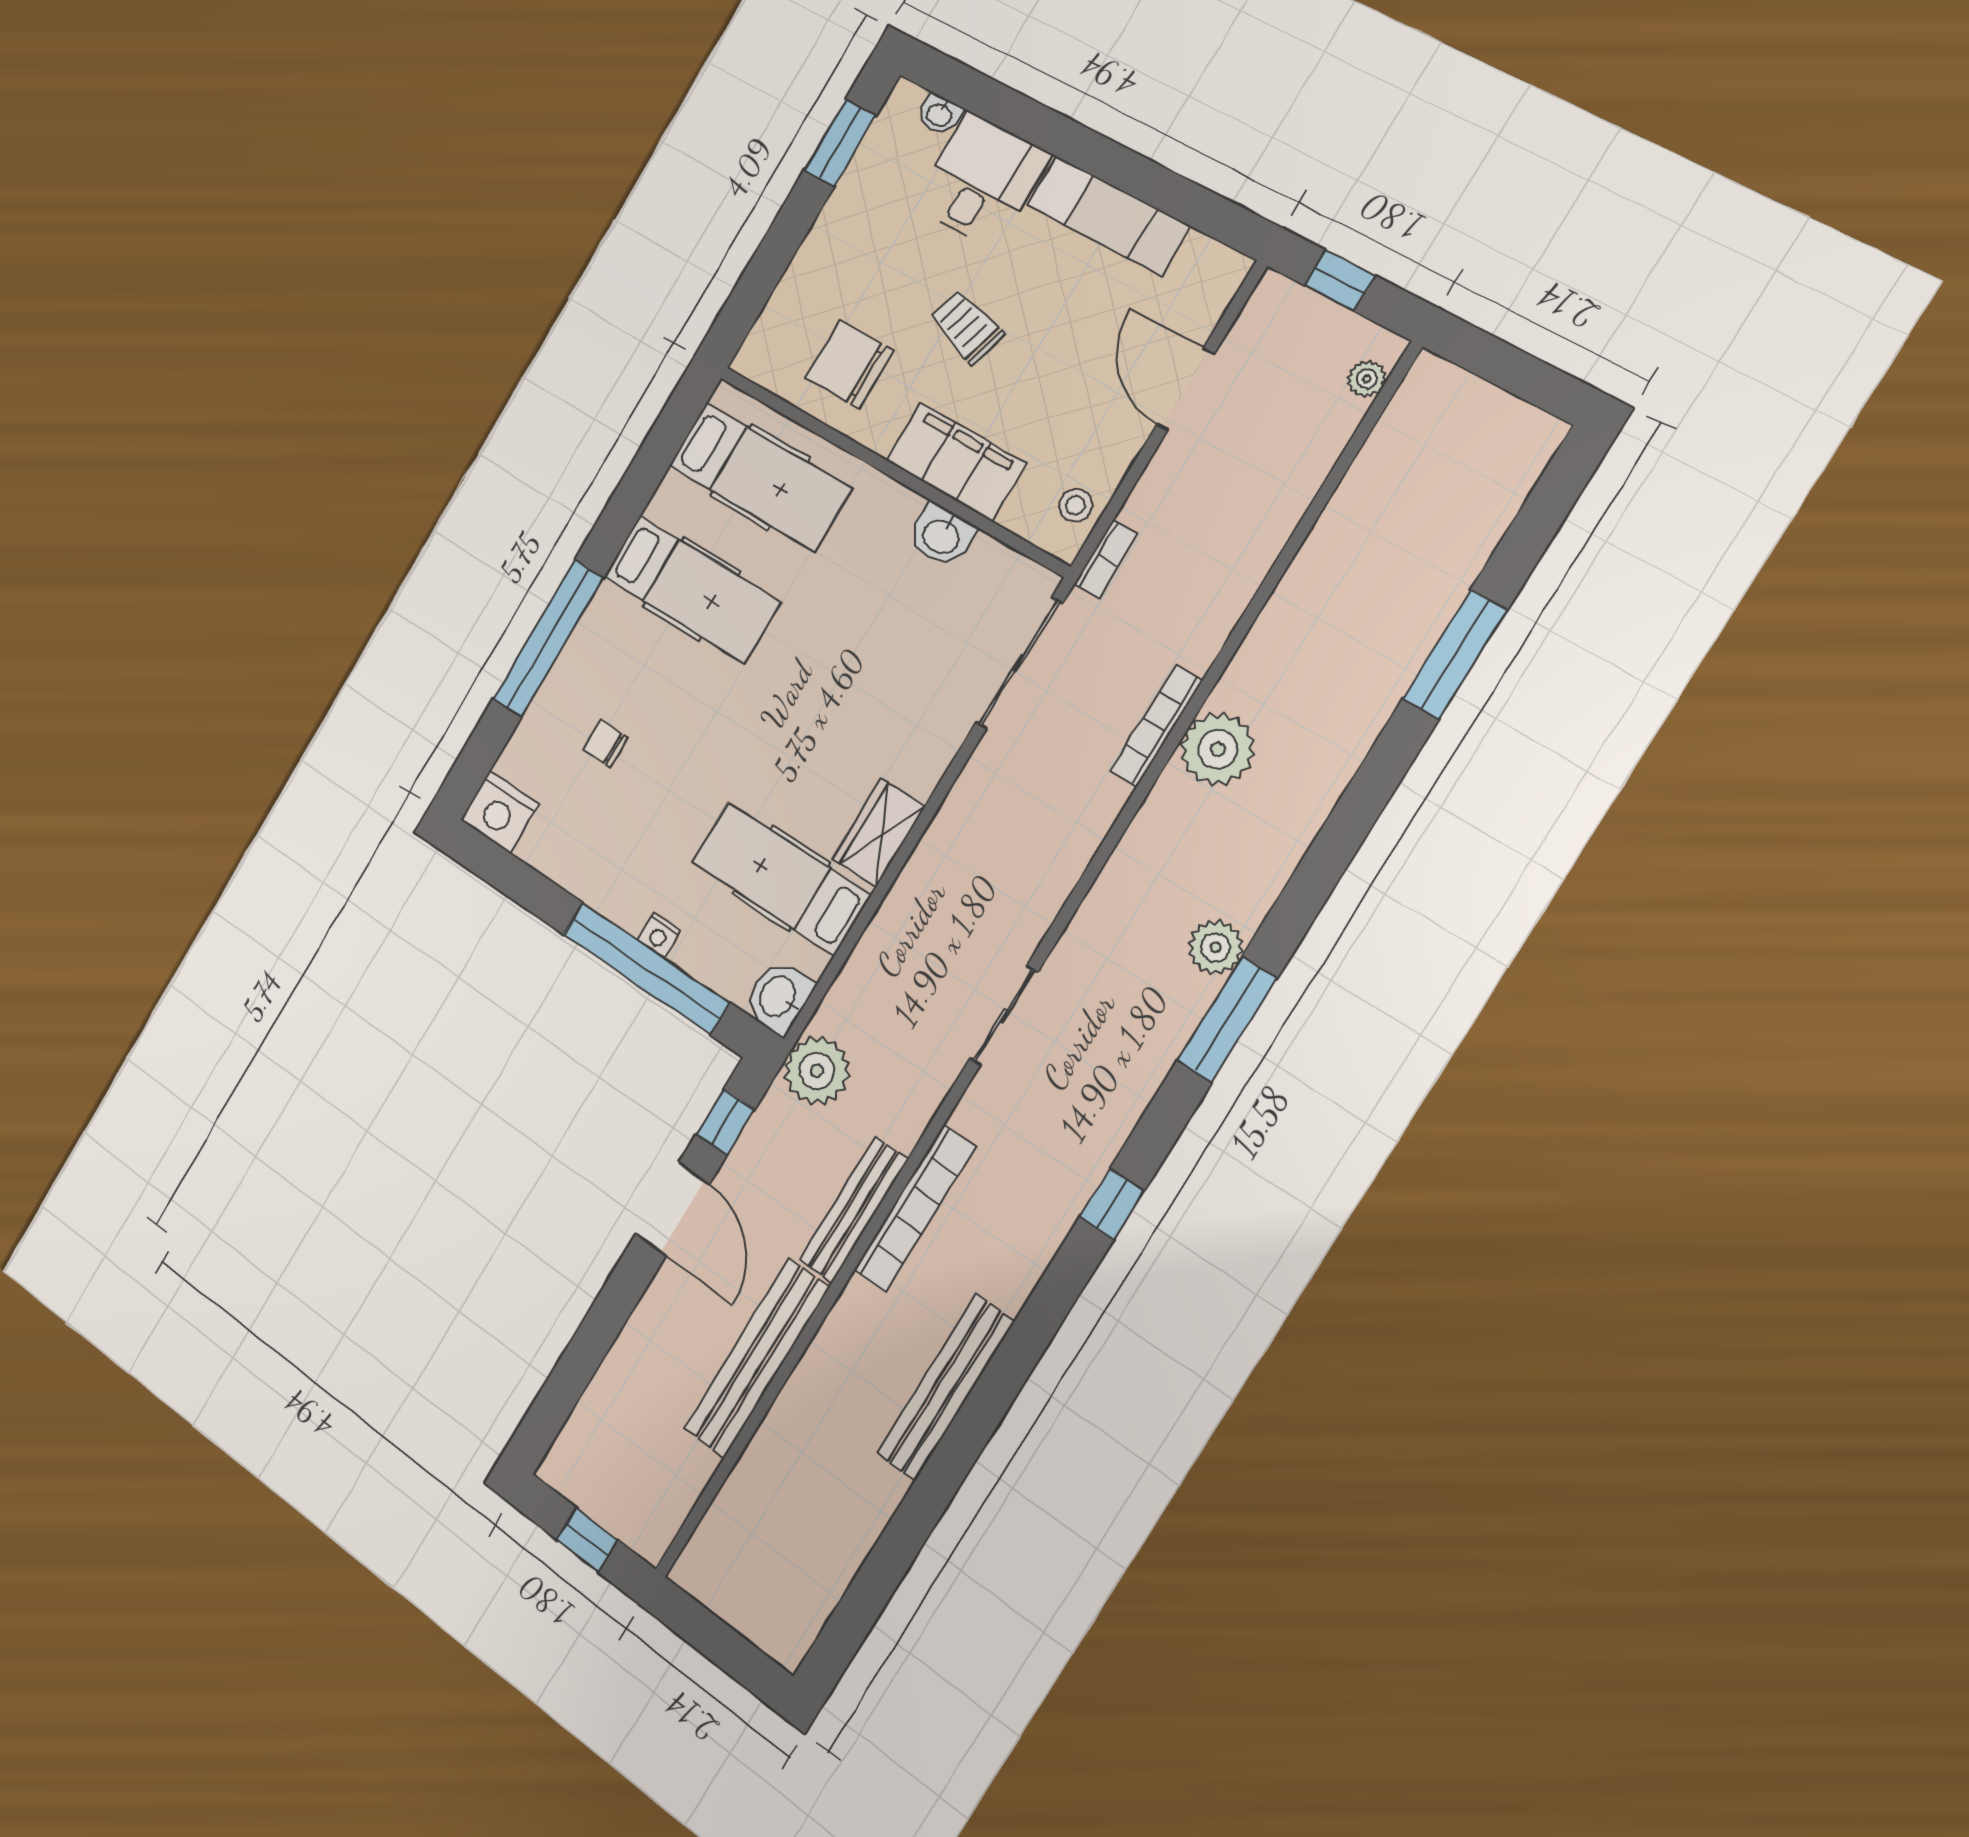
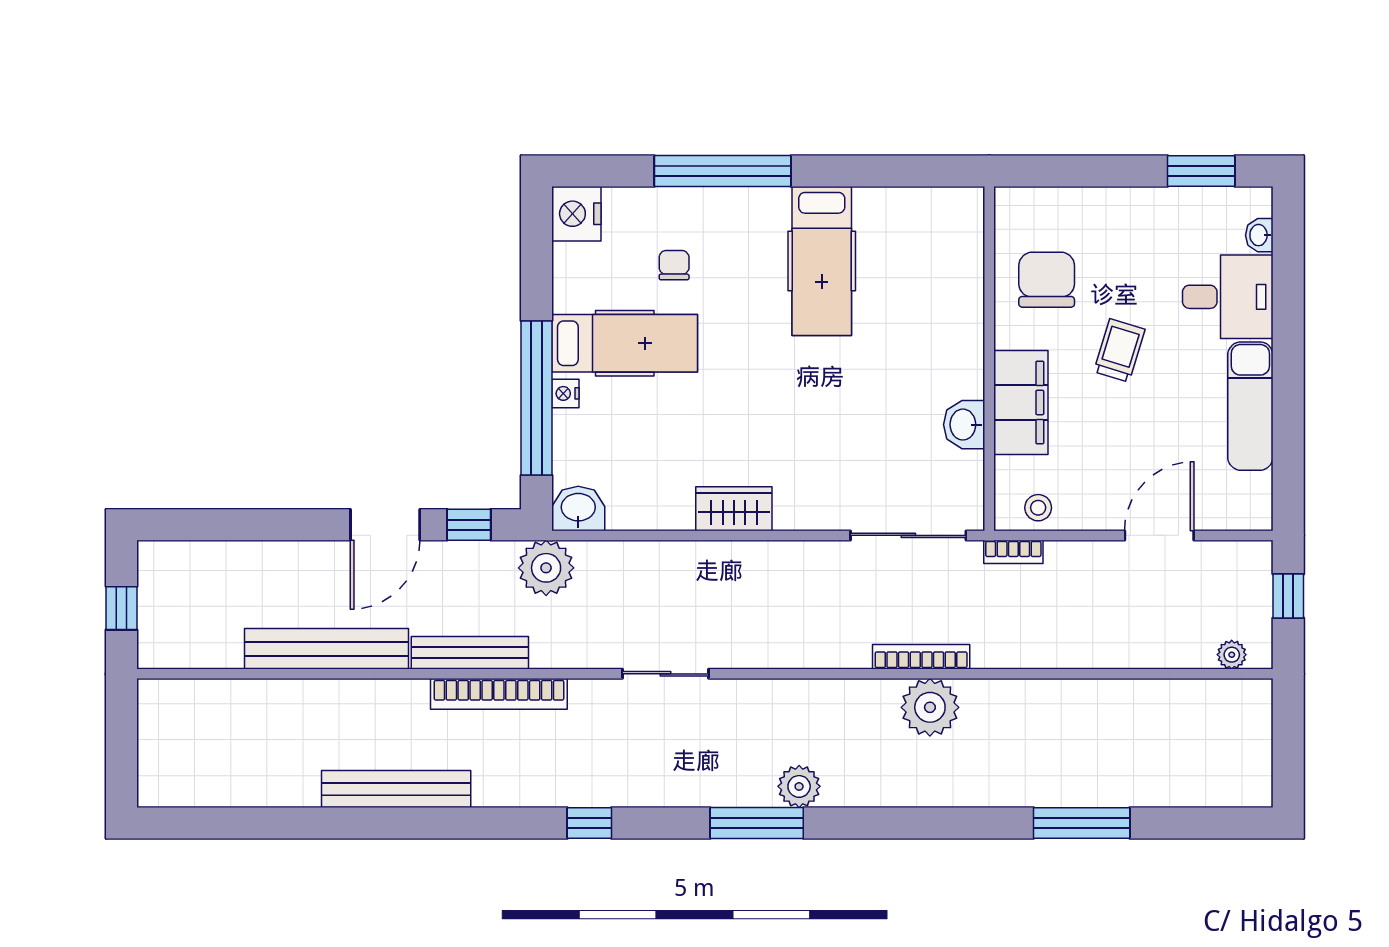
hospital bed: (760, 477) -> (930, 262), removed
hospital bed: (781, 878) -> (625, 343), moved, turned 90

